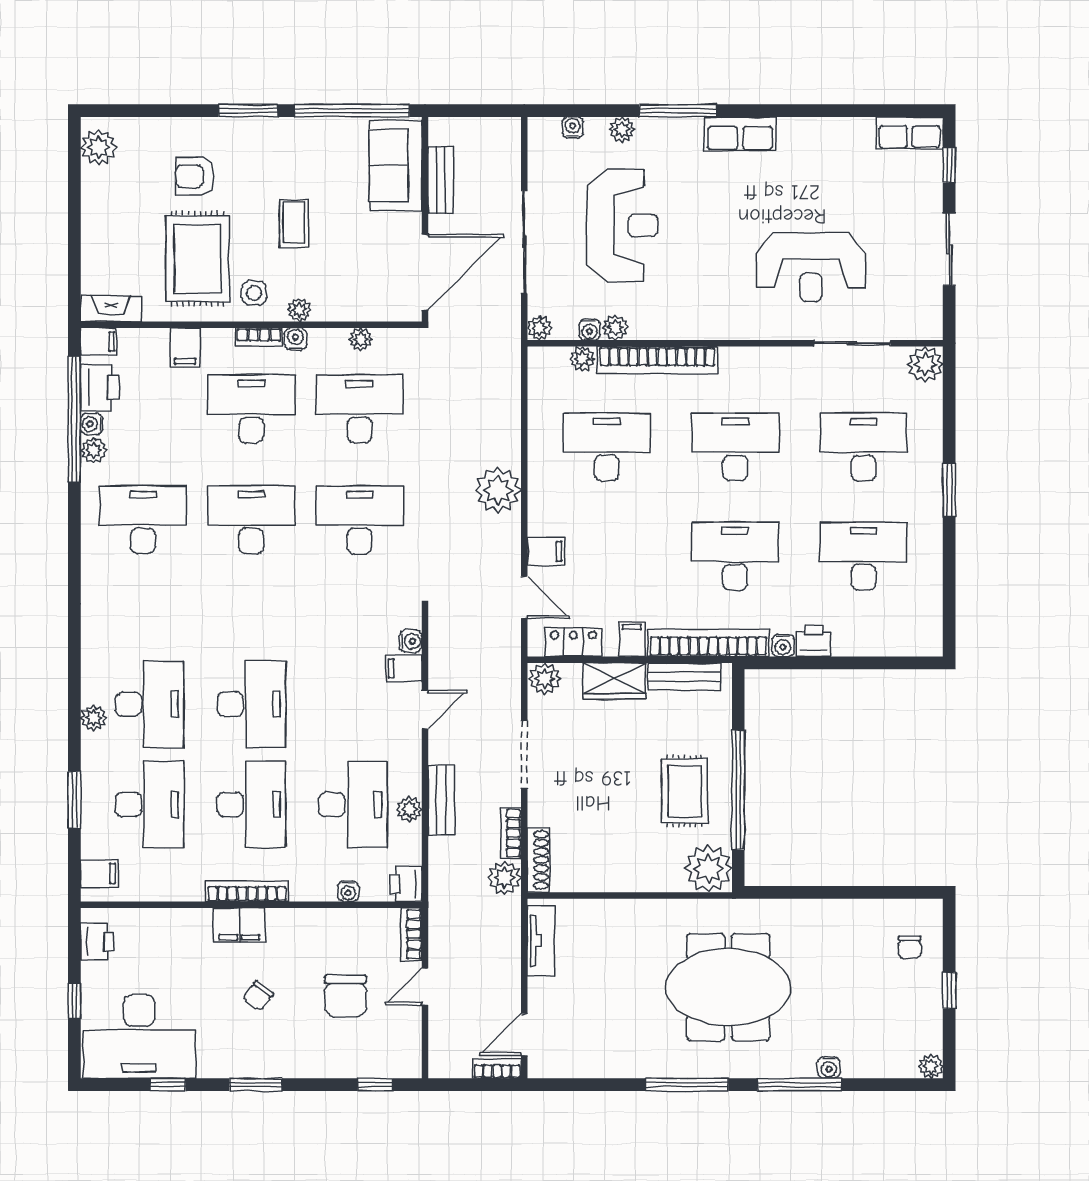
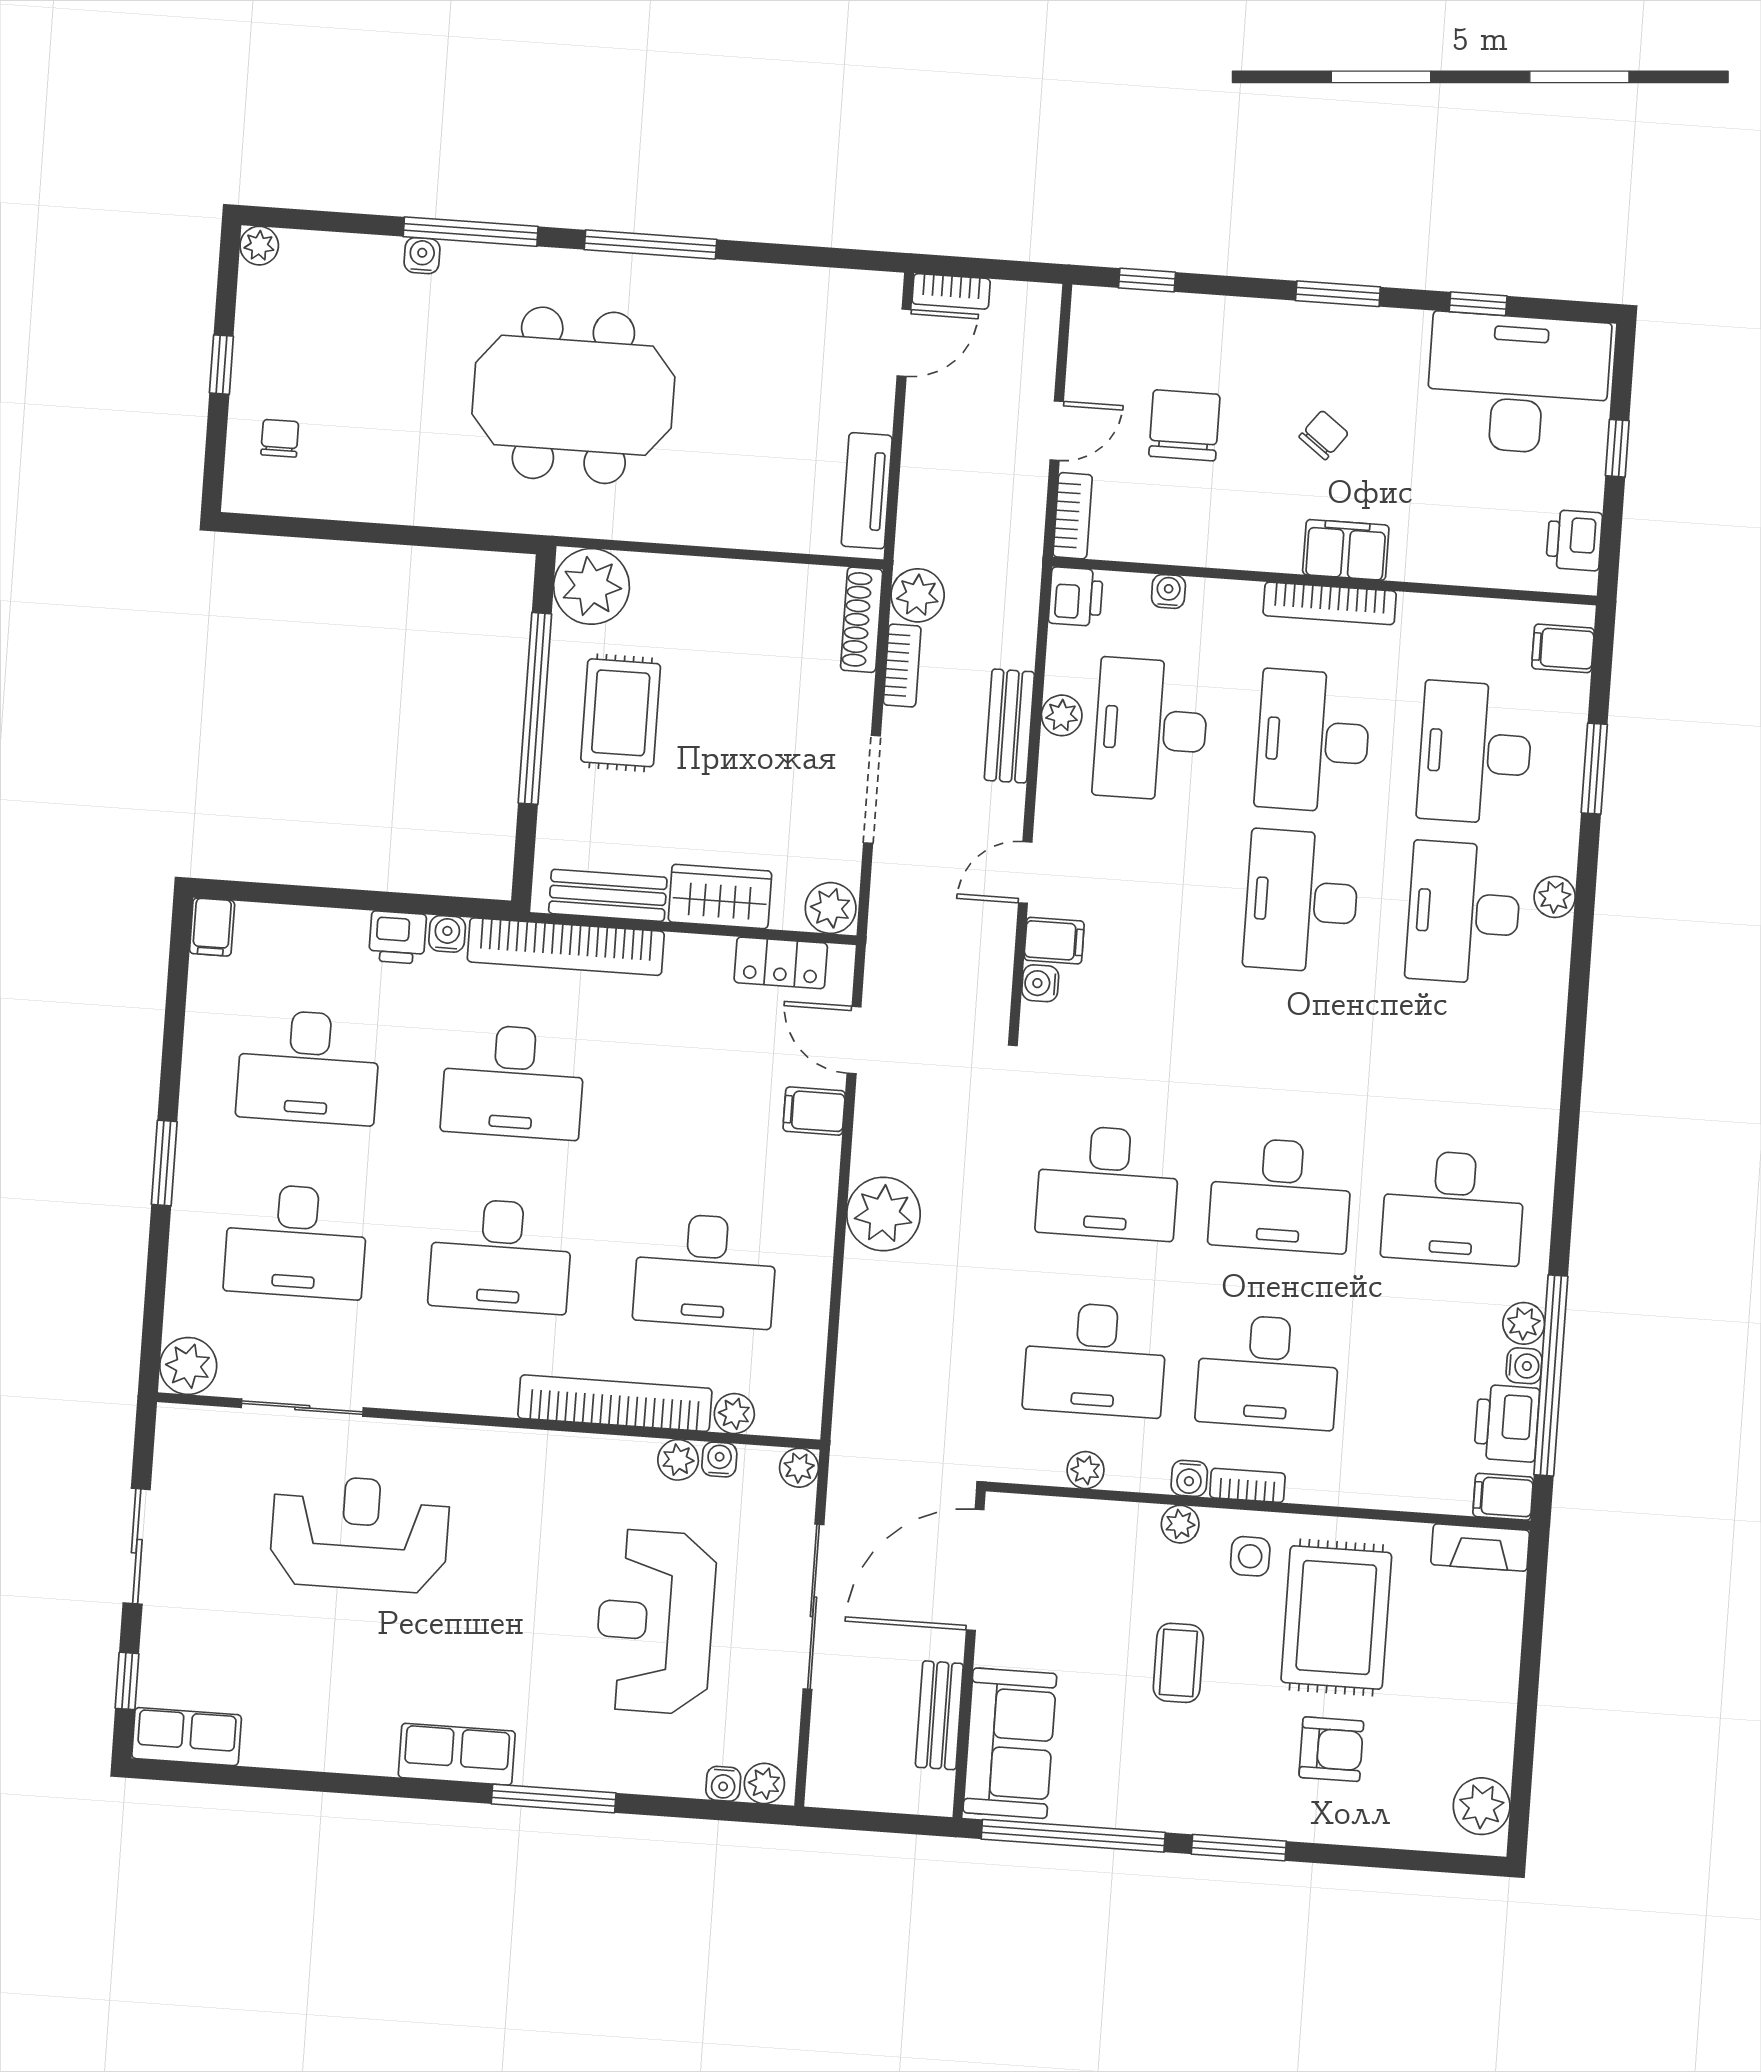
plant: (622, 129) -> (764, 1783), moved
filing cabinet: (185, 347) -> (1366, 1477), removed
filing cabinet: (632, 639) -> (212, 927), moved

